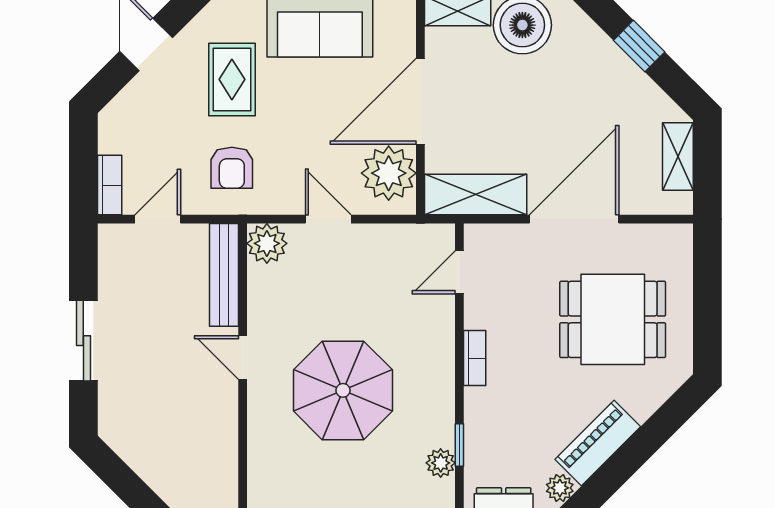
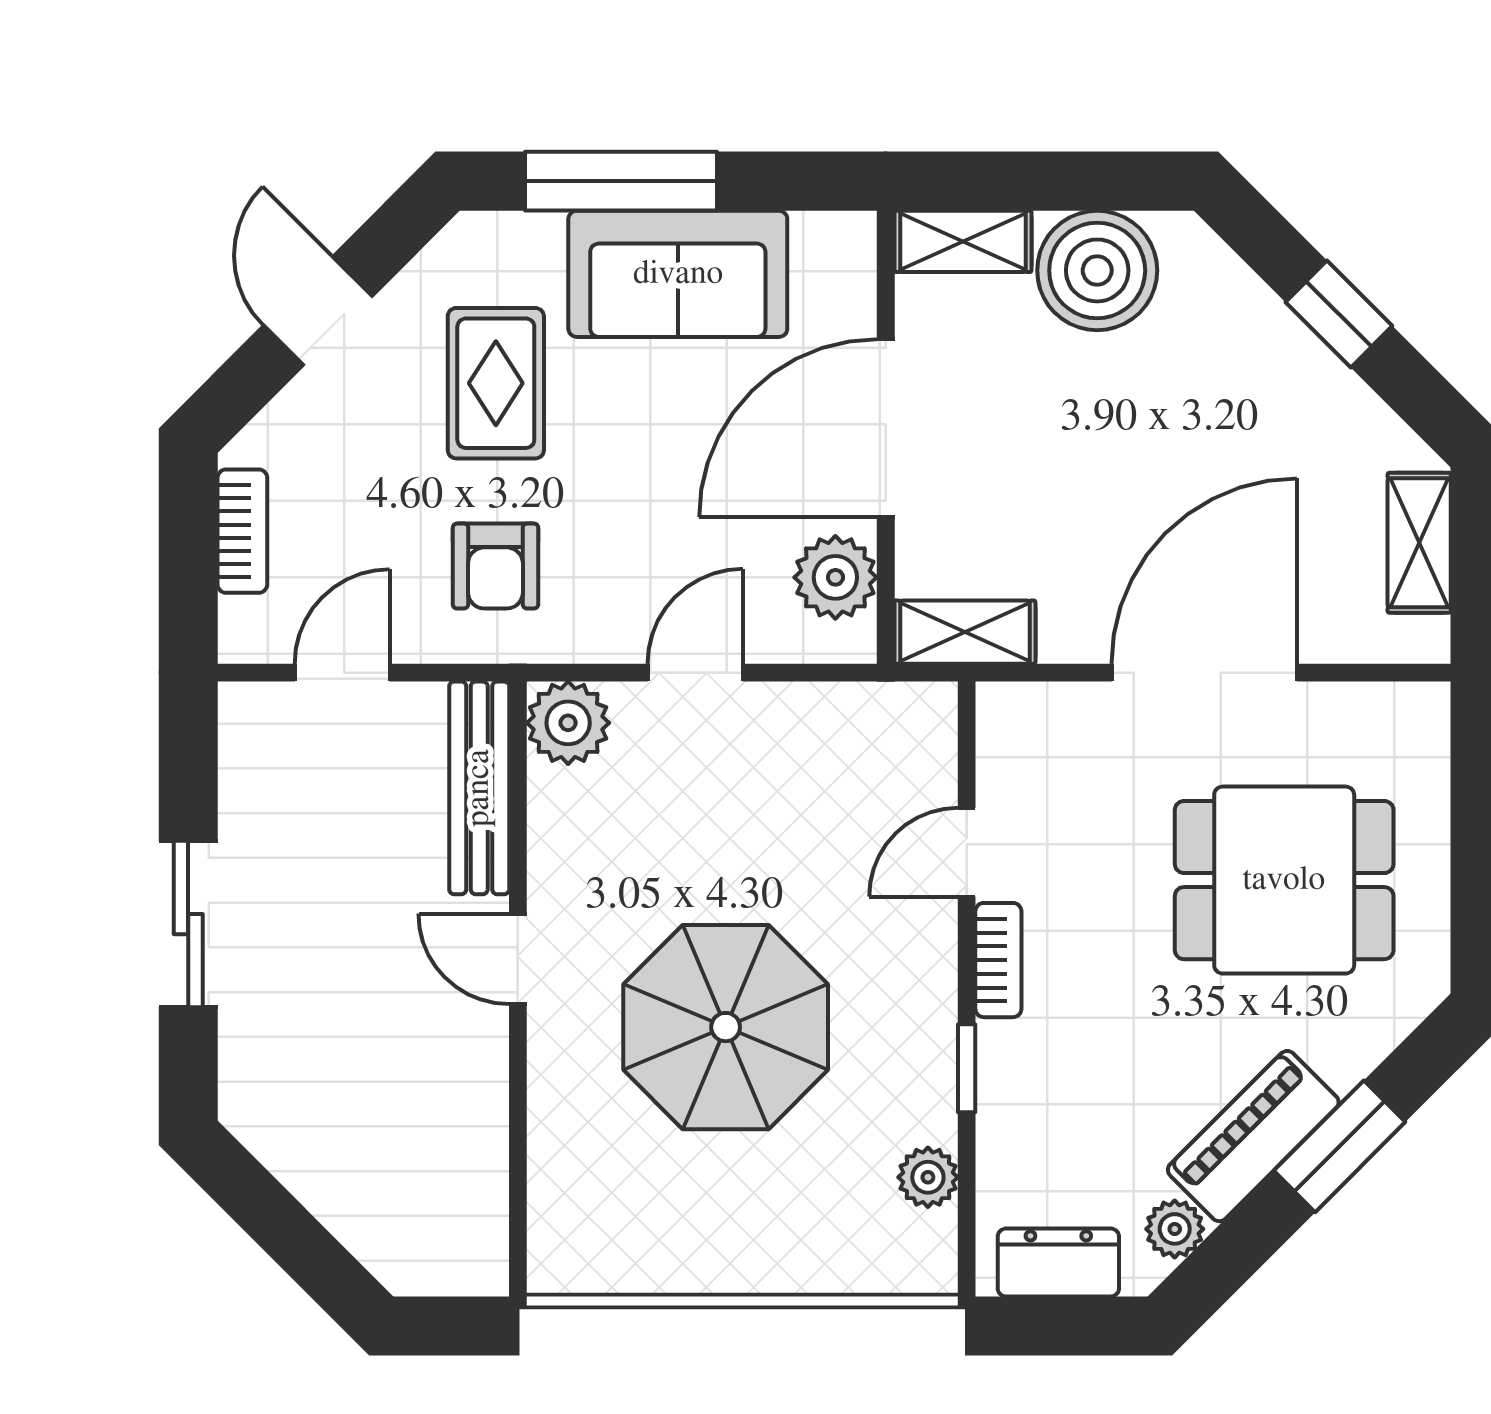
plant: (389, 173) -> (835, 577), width x0.73, depth x0.73
bookcase: (110, 185) -> (242, 531), moved
shelving: (476, 195) -> (965, 632), width x0.67, depth x0.75
door: (328, 219) -> (695, 673), hinge flipped
door: (459, 272) -> (967, 852), moved
window: (459, 445) -> (967, 1068), moved
window: (639, 448) -> (1339, 1146), added

